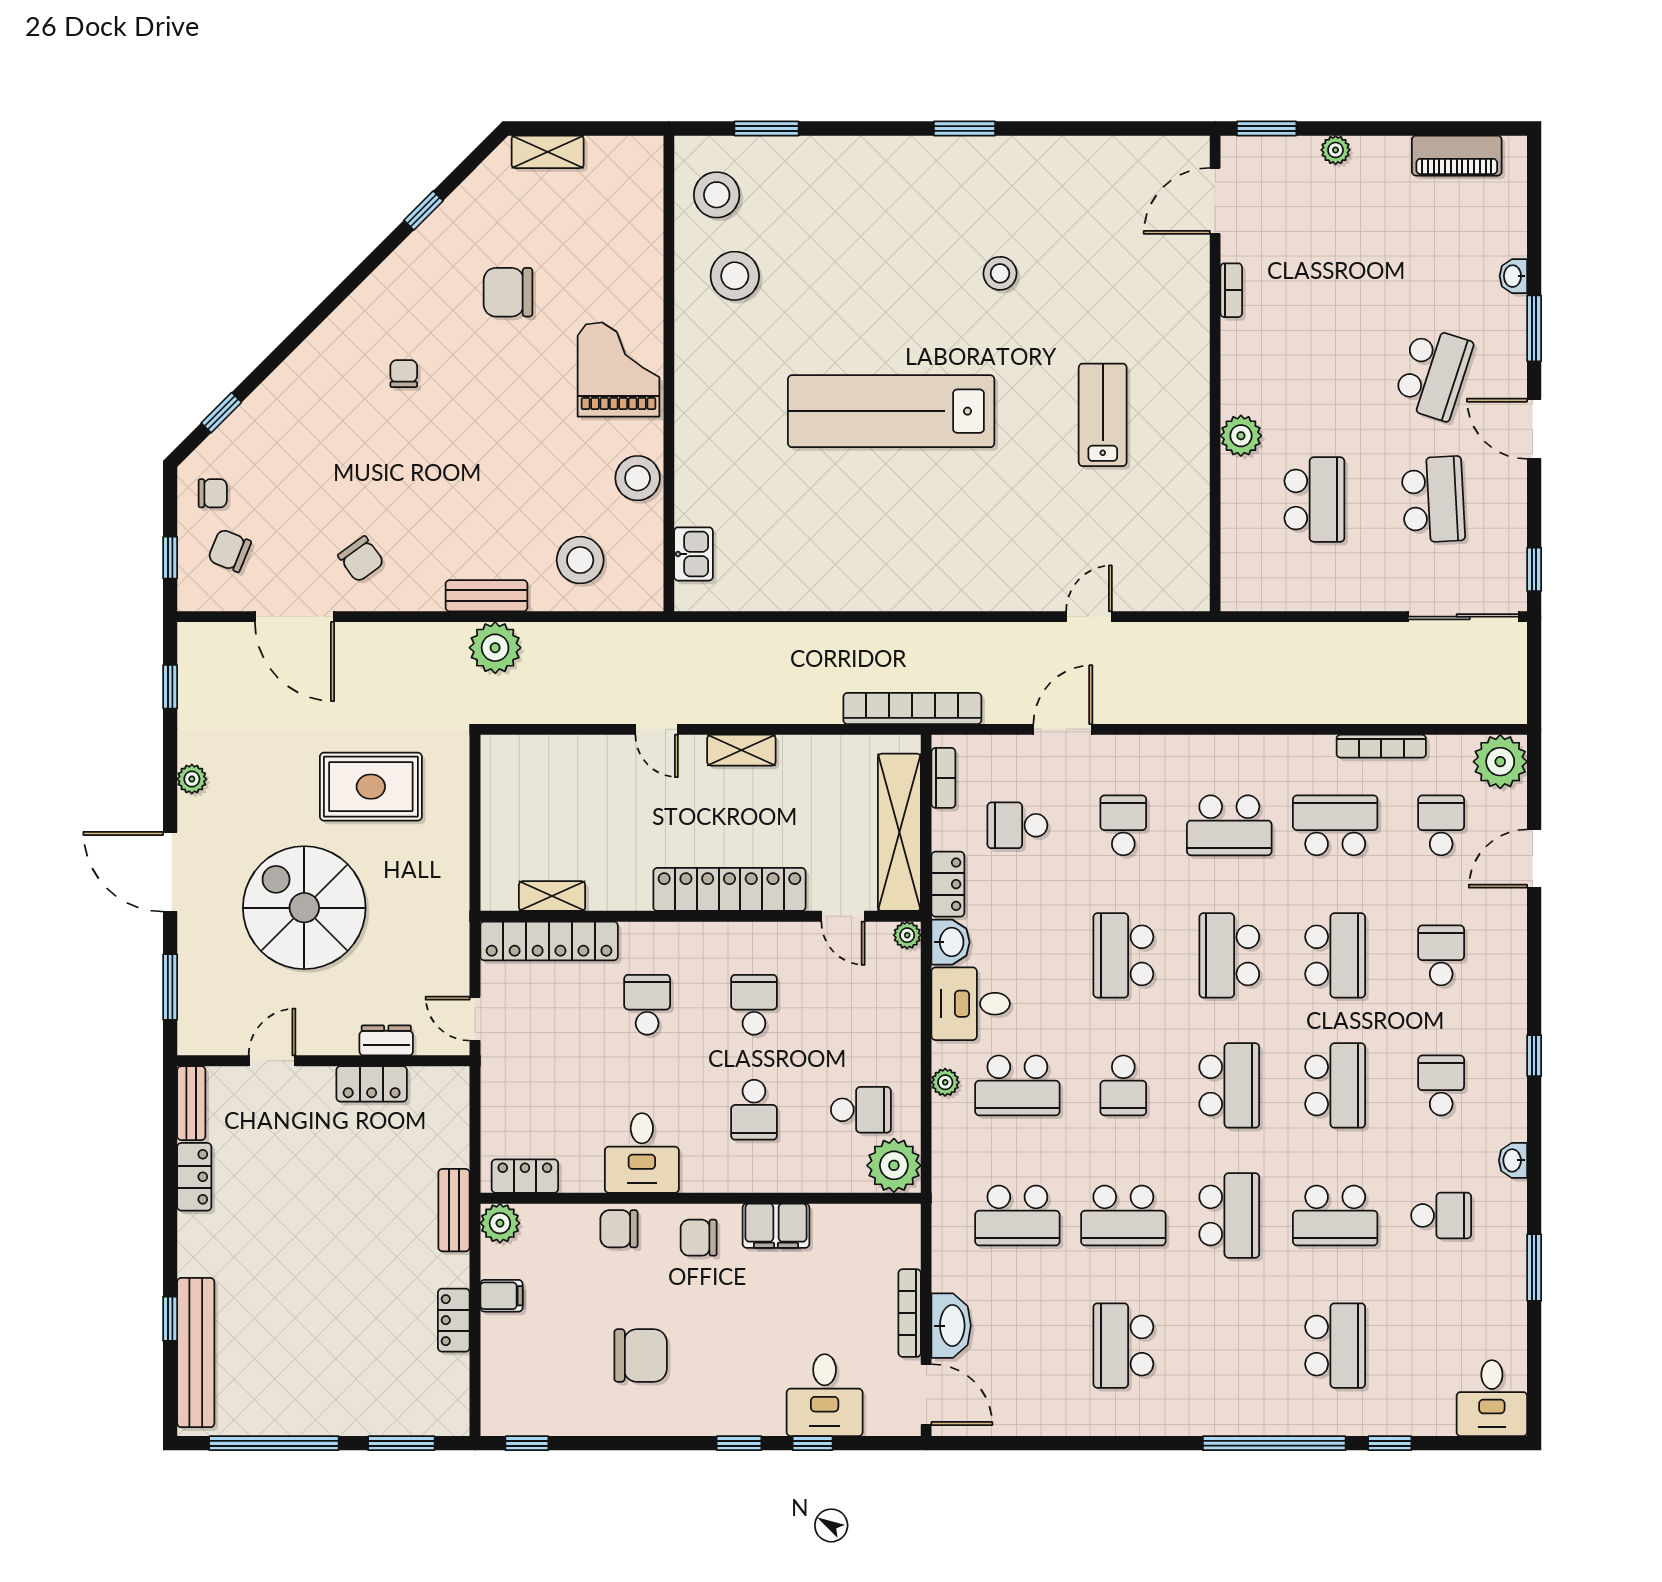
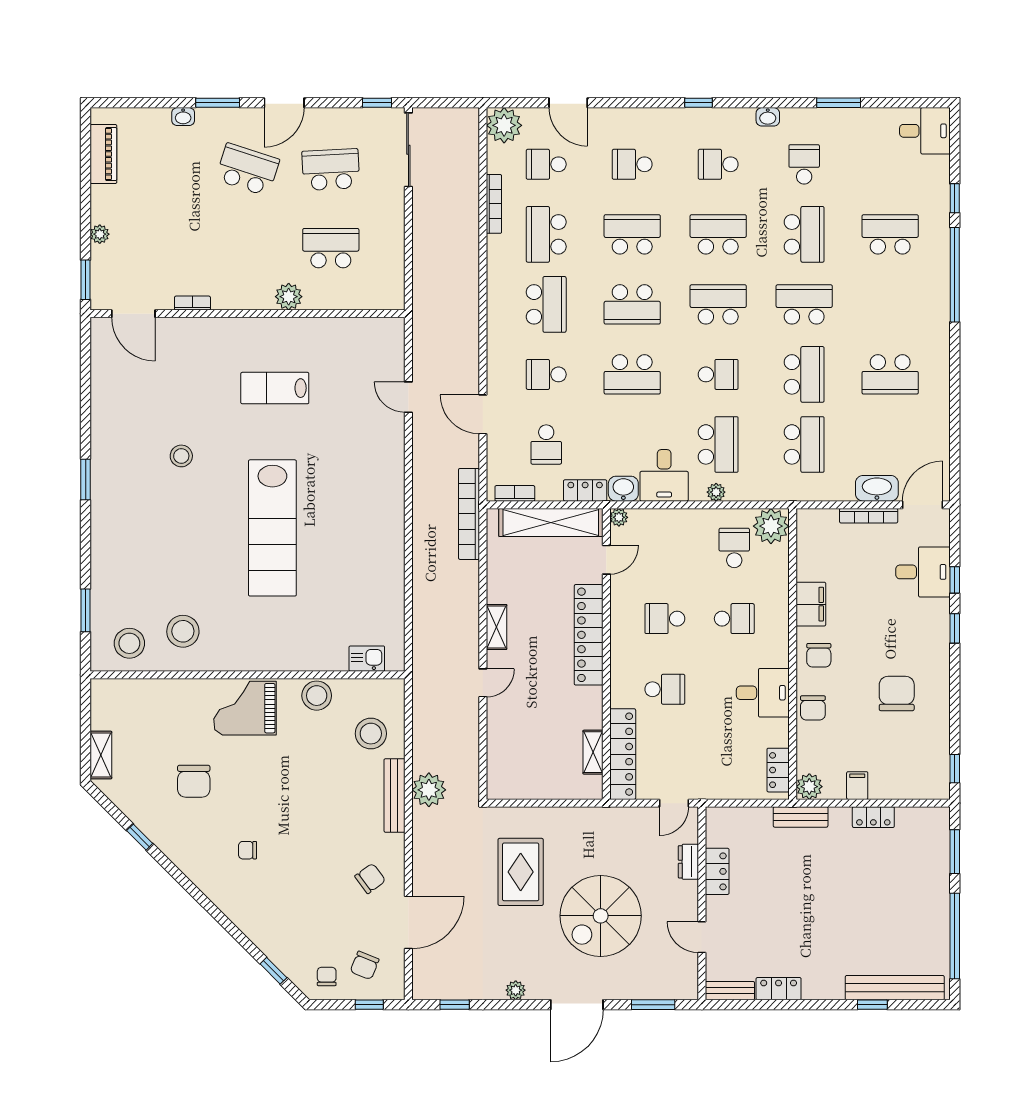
bench: (486, 596) -> (394, 795), width x1.36
school desk: (647, 1005) -> (665, 689), turned 180

